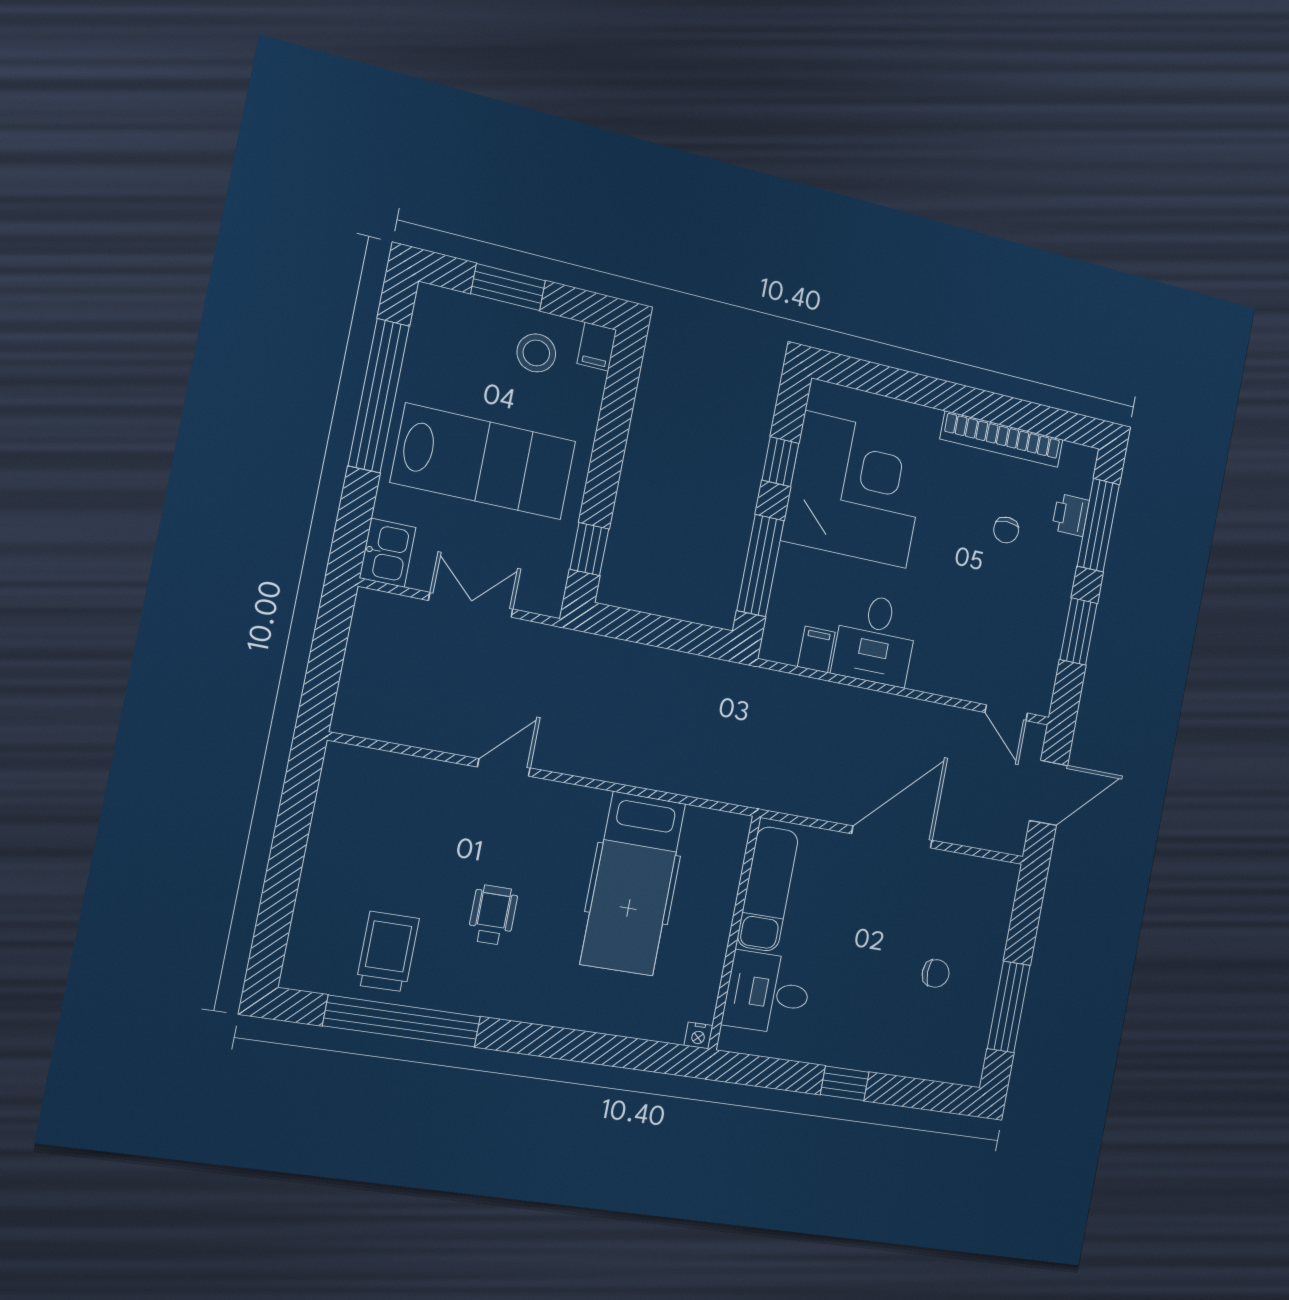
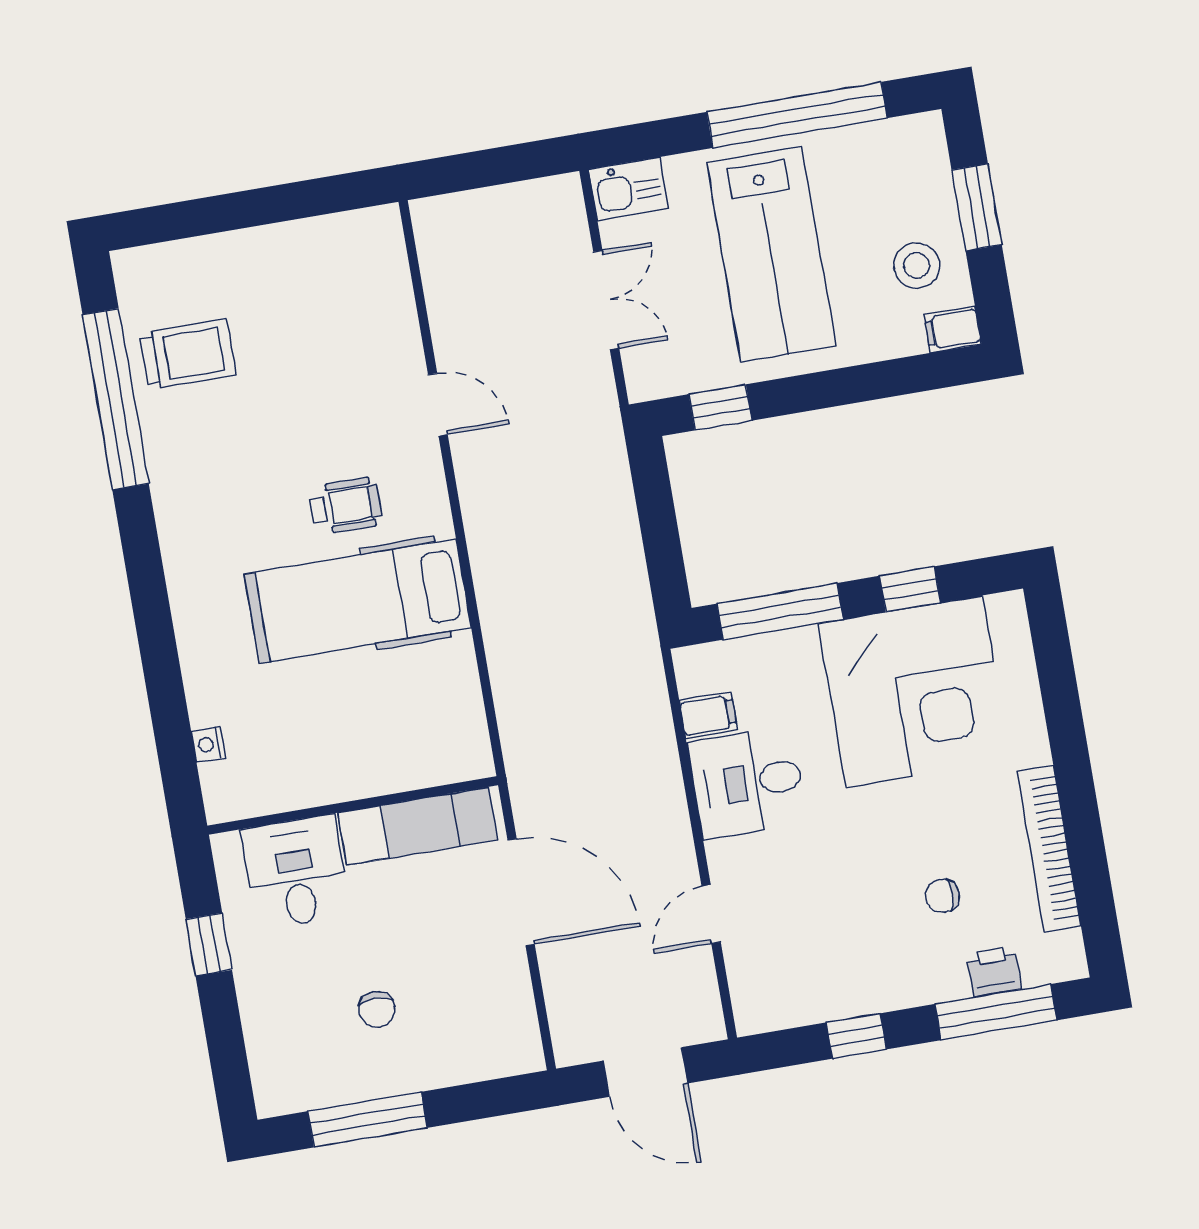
window: (1079, 631) -> (856, 1036), width x0.67
door: (1006, 713) -> (711, 914), moved
exam couch: (768, 889) -> (418, 826), moved
wheelchair: (493, 915) -> (345, 506), moved
wall: (734, 933) -> (353, 805), moved
desk: (768, 993) -> (296, 872), moved

